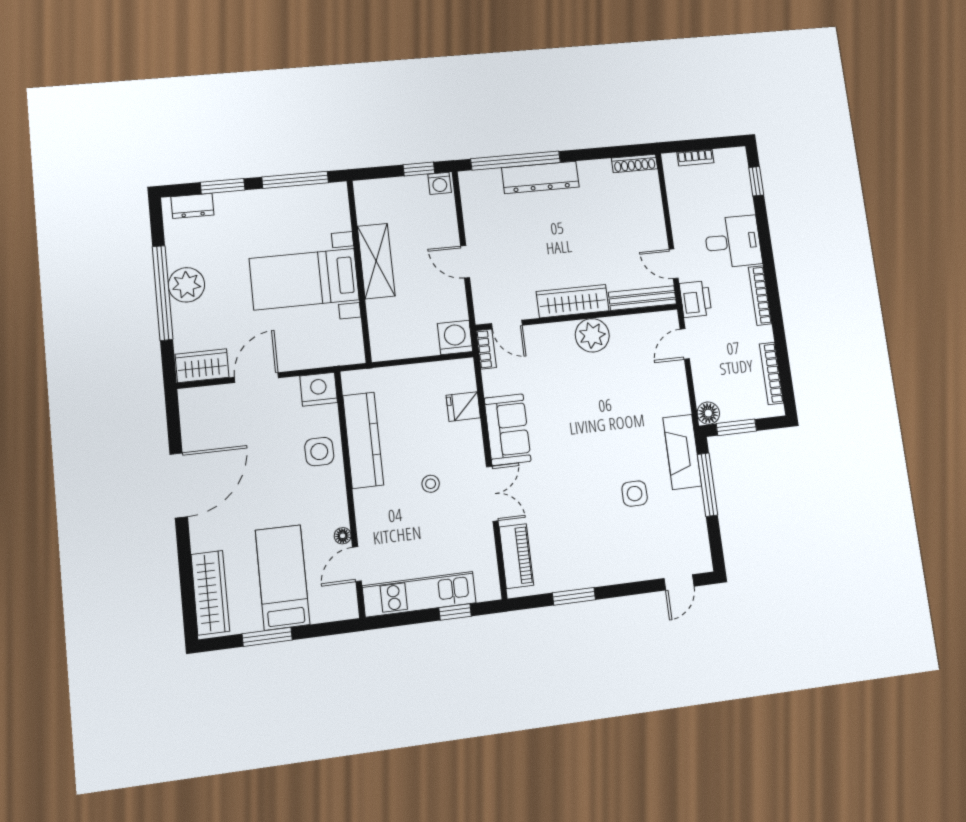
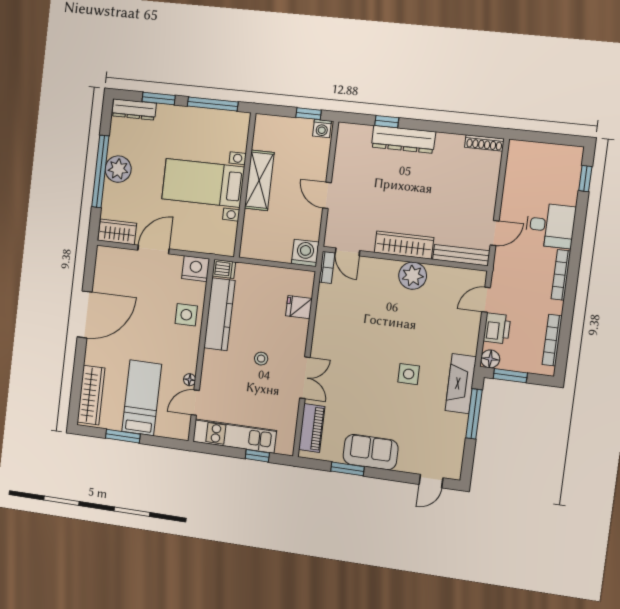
bookcase: (695, 158) -> (538, 148), removed
window: (516, 161) -> (387, 122), width x0.32
dresser: (192, 206) -> (134, 109), width x1.44
door: (674, 264) -> (495, 233), swing flipped
printer: (696, 299) -> (497, 328), moved
dishwasher: (356, 381) -> (224, 269), added
sofa: (508, 430) -> (371, 452), moved, turned -90
side table: (635, 494) -> (409, 374), moved

